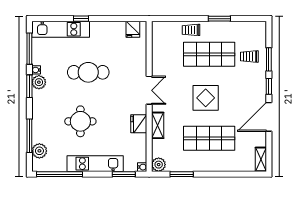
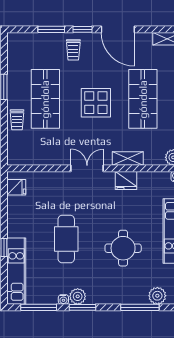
trolley: (249, 56) -> (73, 50), moved

